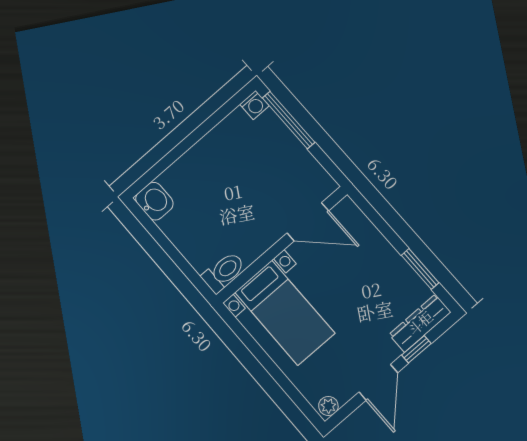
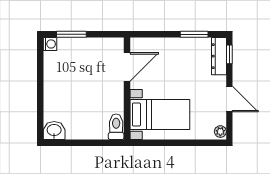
window: (289, 120) -> (71, 34), width x0.69
window: (416, 349) -> (229, 54), moved

